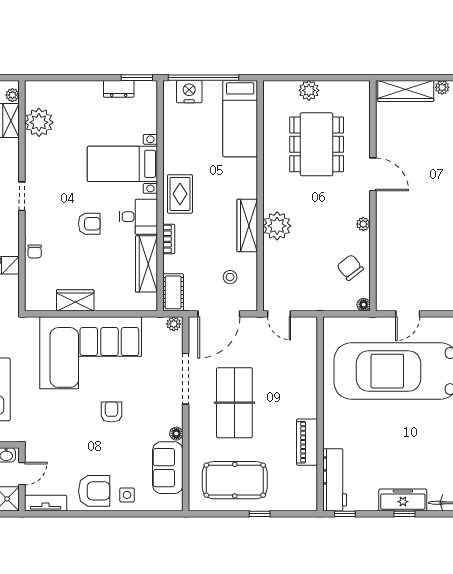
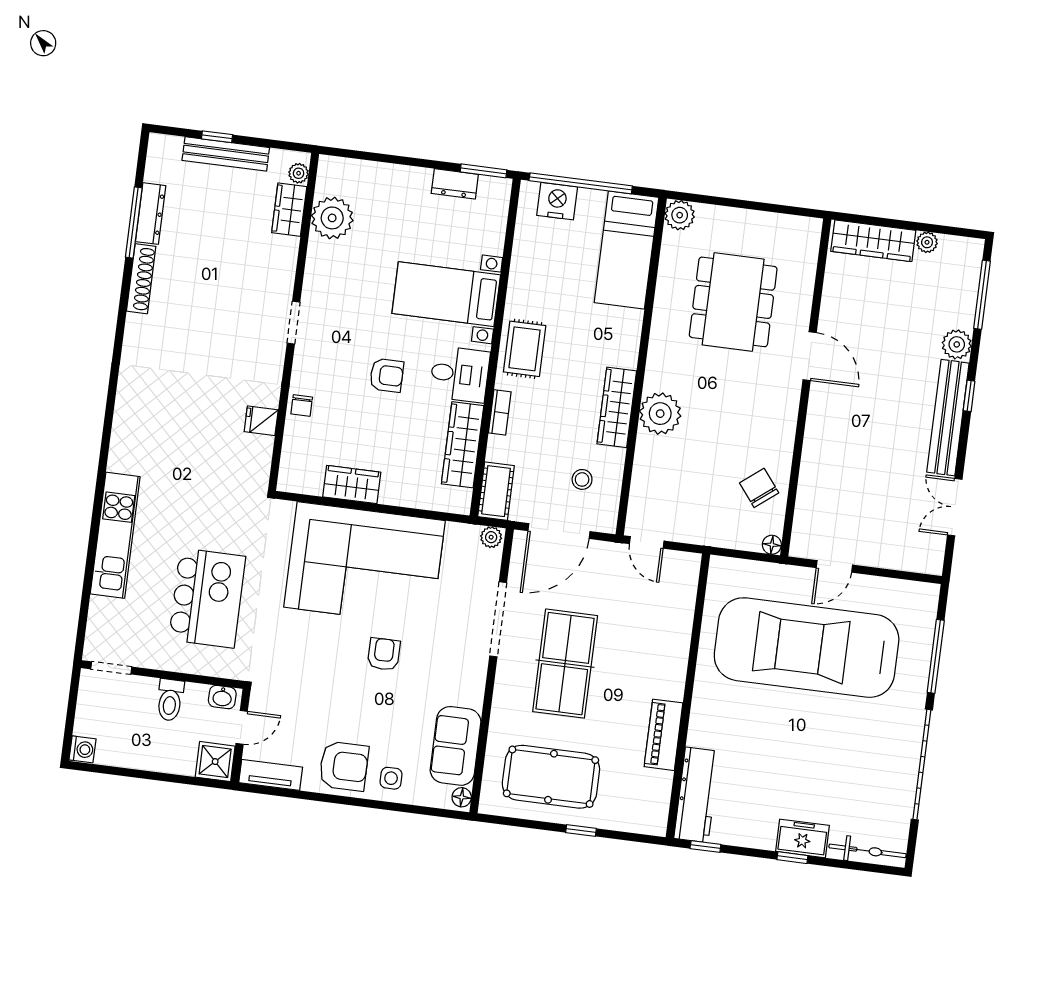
plant: (309, 90) -> (680, 215), moved
plant: (363, 224) -> (786, 427), removed
floor lamp: (176, 434) -> (462, 797), moved
freezer: (403, 500) -> (803, 838), width x0.71

